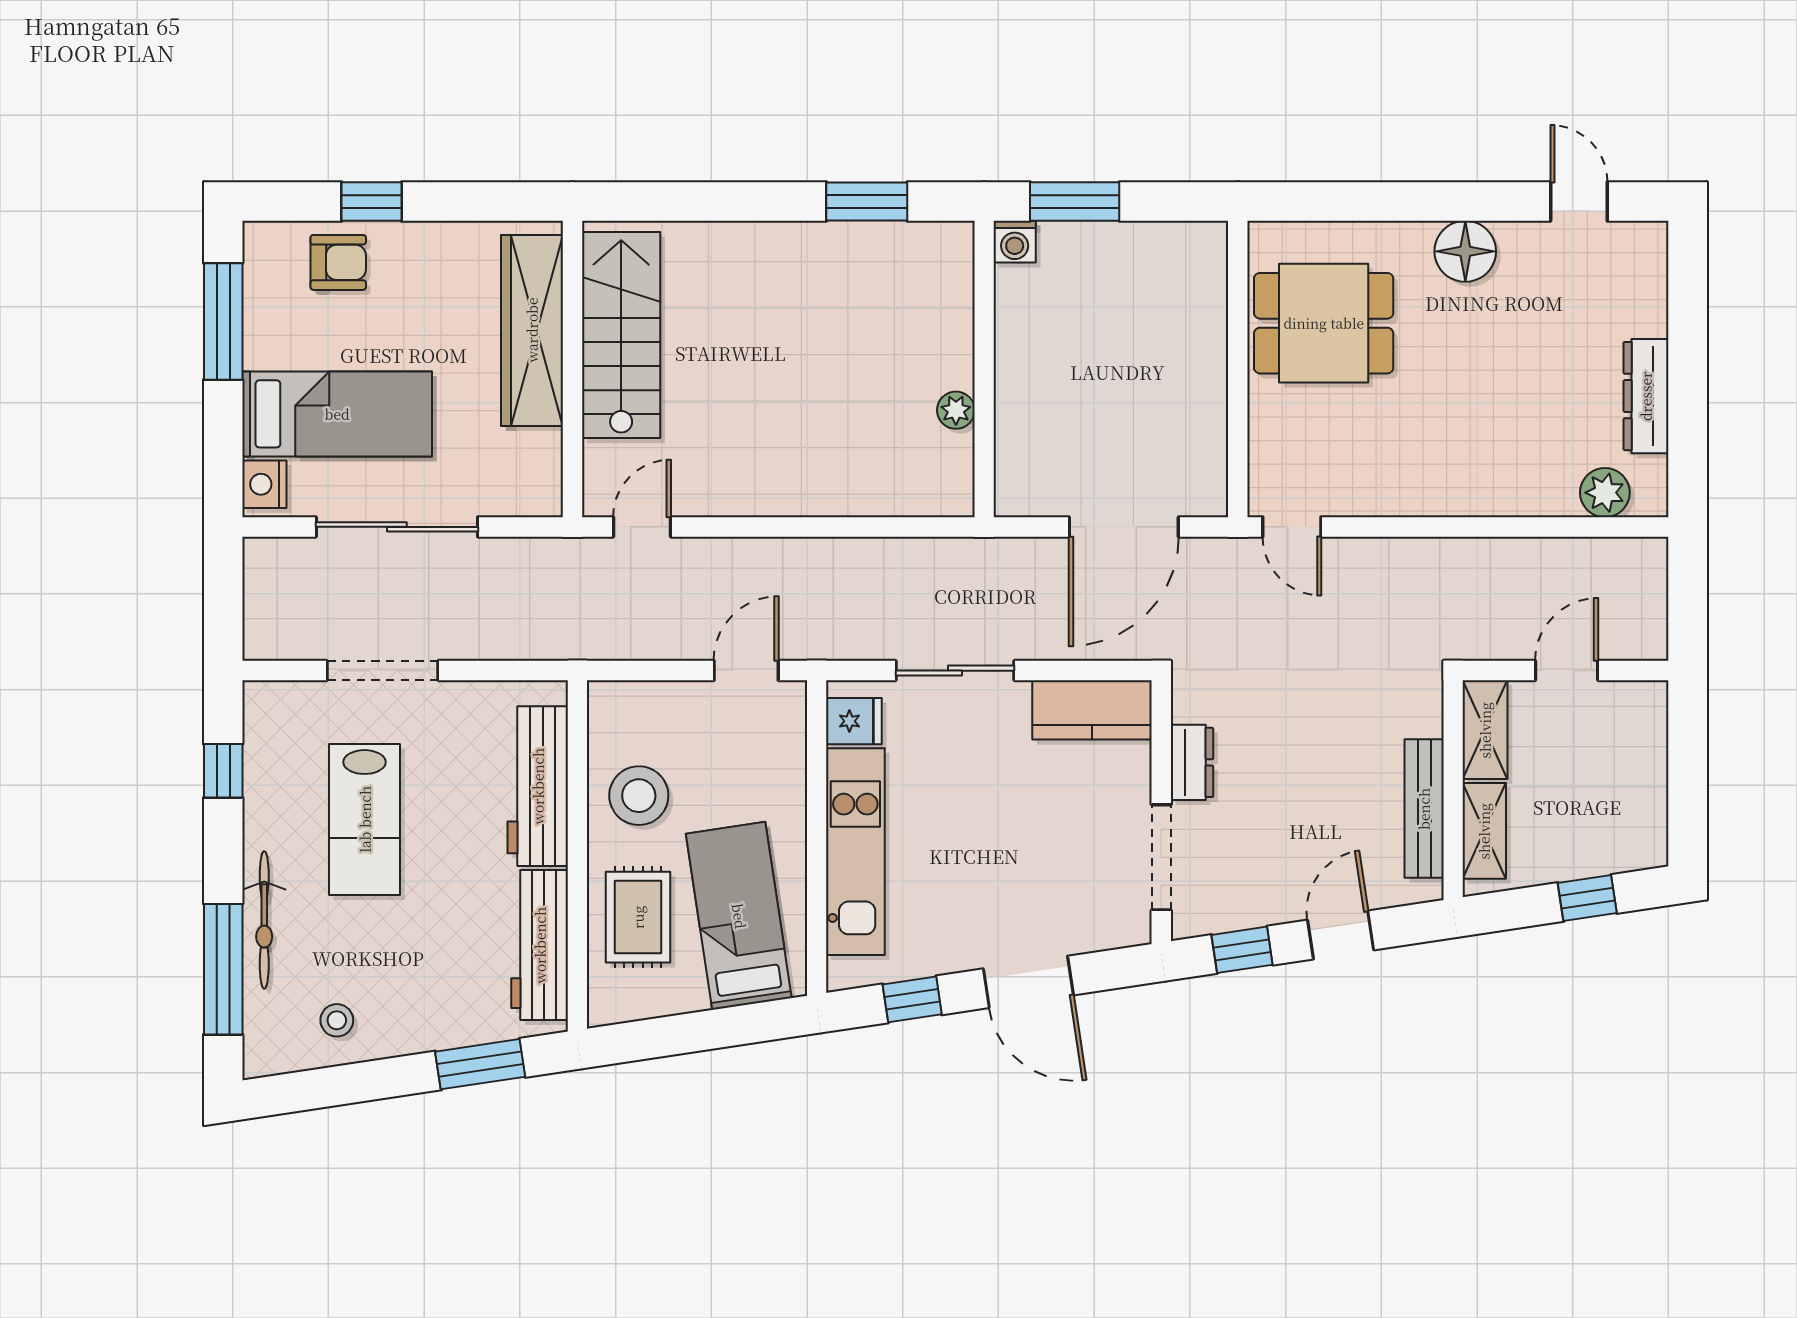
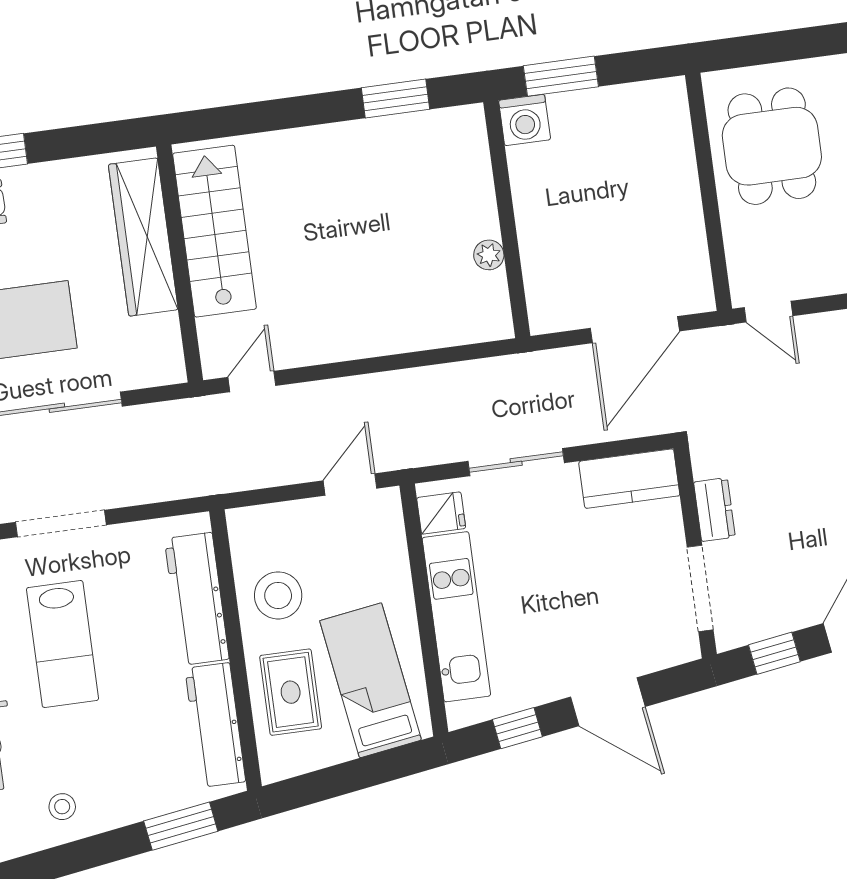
washing machine: (1015, 242) -> (525, 120), width x1.38, depth x1.38
dining table: (1324, 323) -> (772, 146), turned 90

